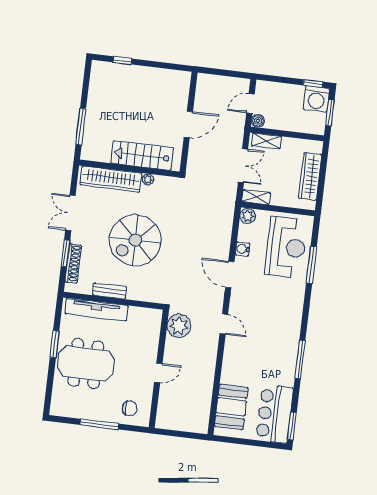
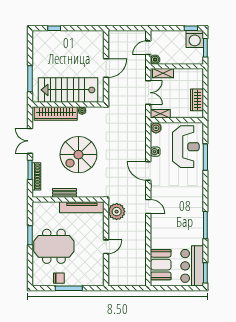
stairs: (142, 156) -> (68, 90), width x1.36, depth x1.51
wardrobe: (310, 176) -> (197, 100), width x0.67
tv unit: (96, 310) -> (82, 207), moved
chair: (130, 408) -> (59, 278), moved

